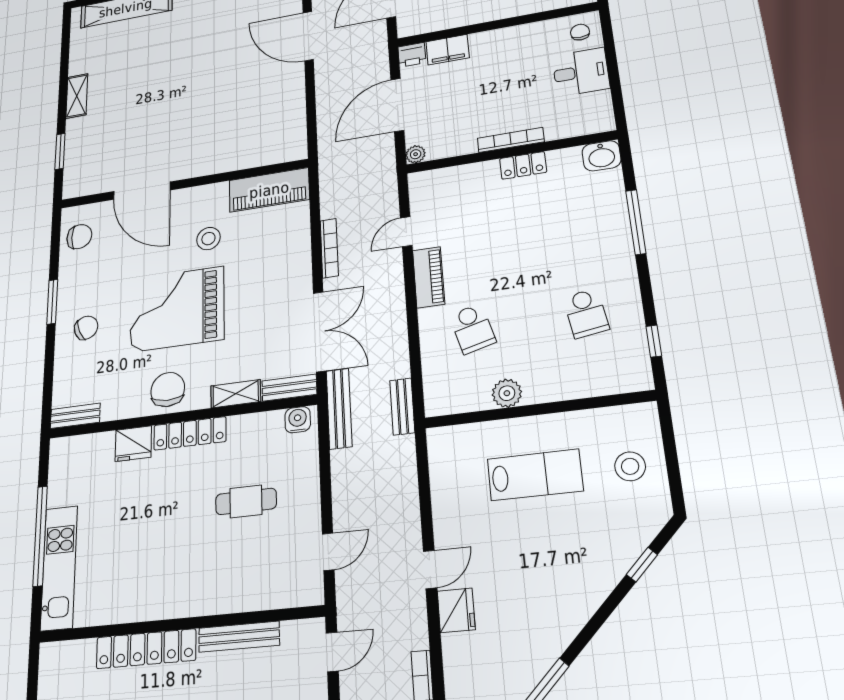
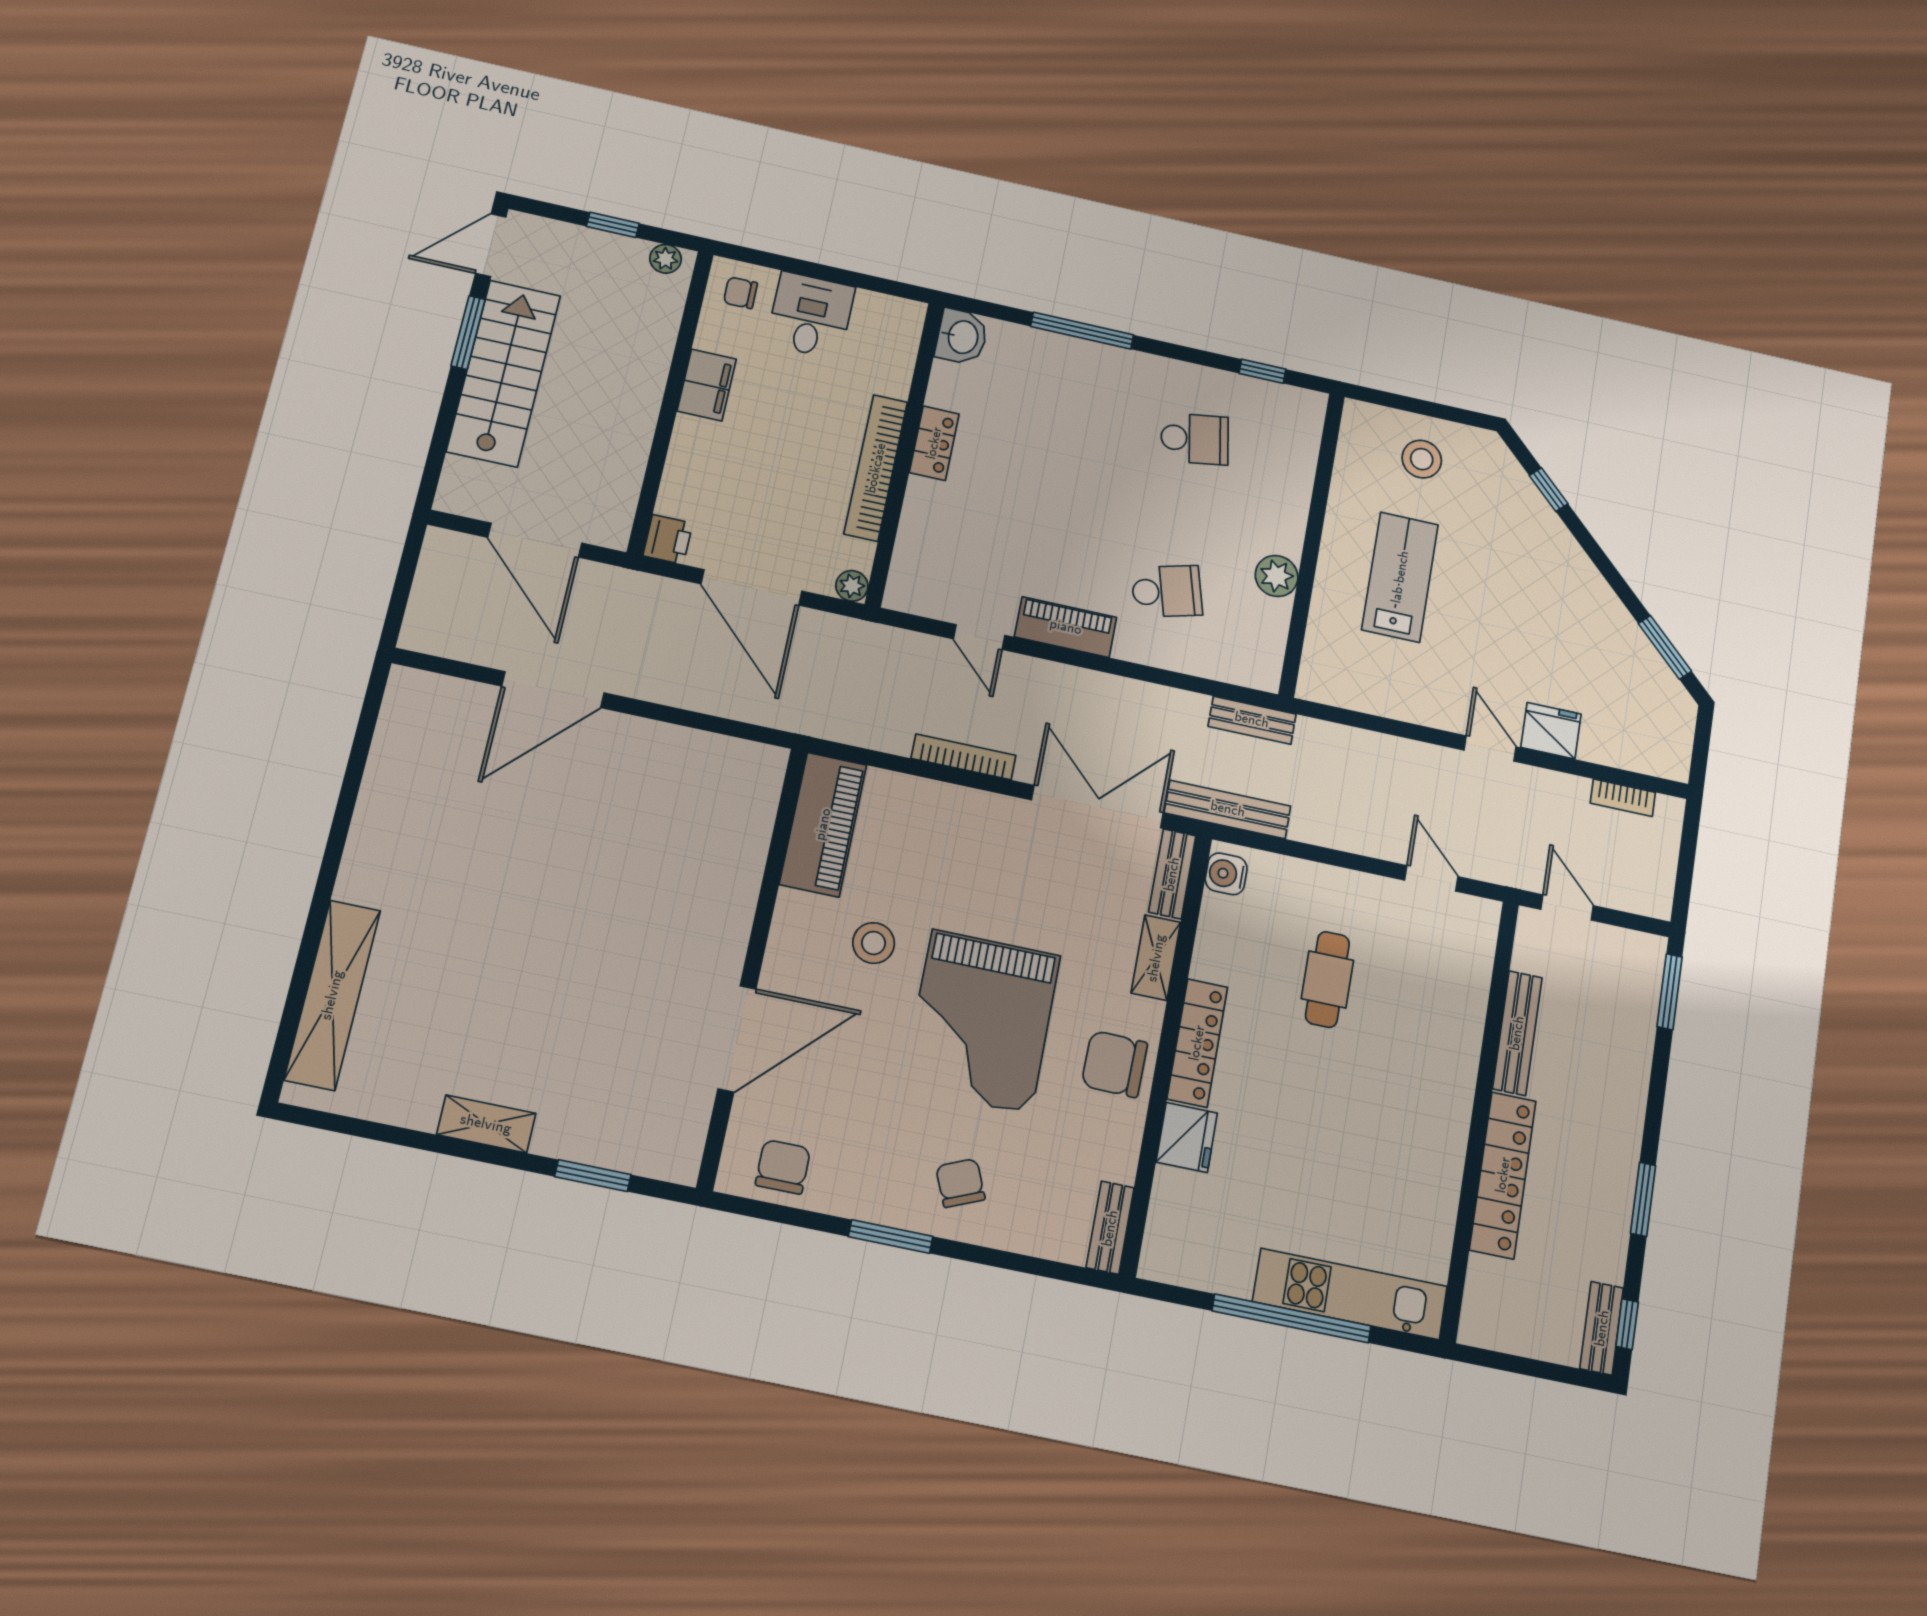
filing cabinet: (448, 50) -> (707, 385), moved
bookcase: (511, 140) -> (876, 468), width x1.48, depth x1.31

